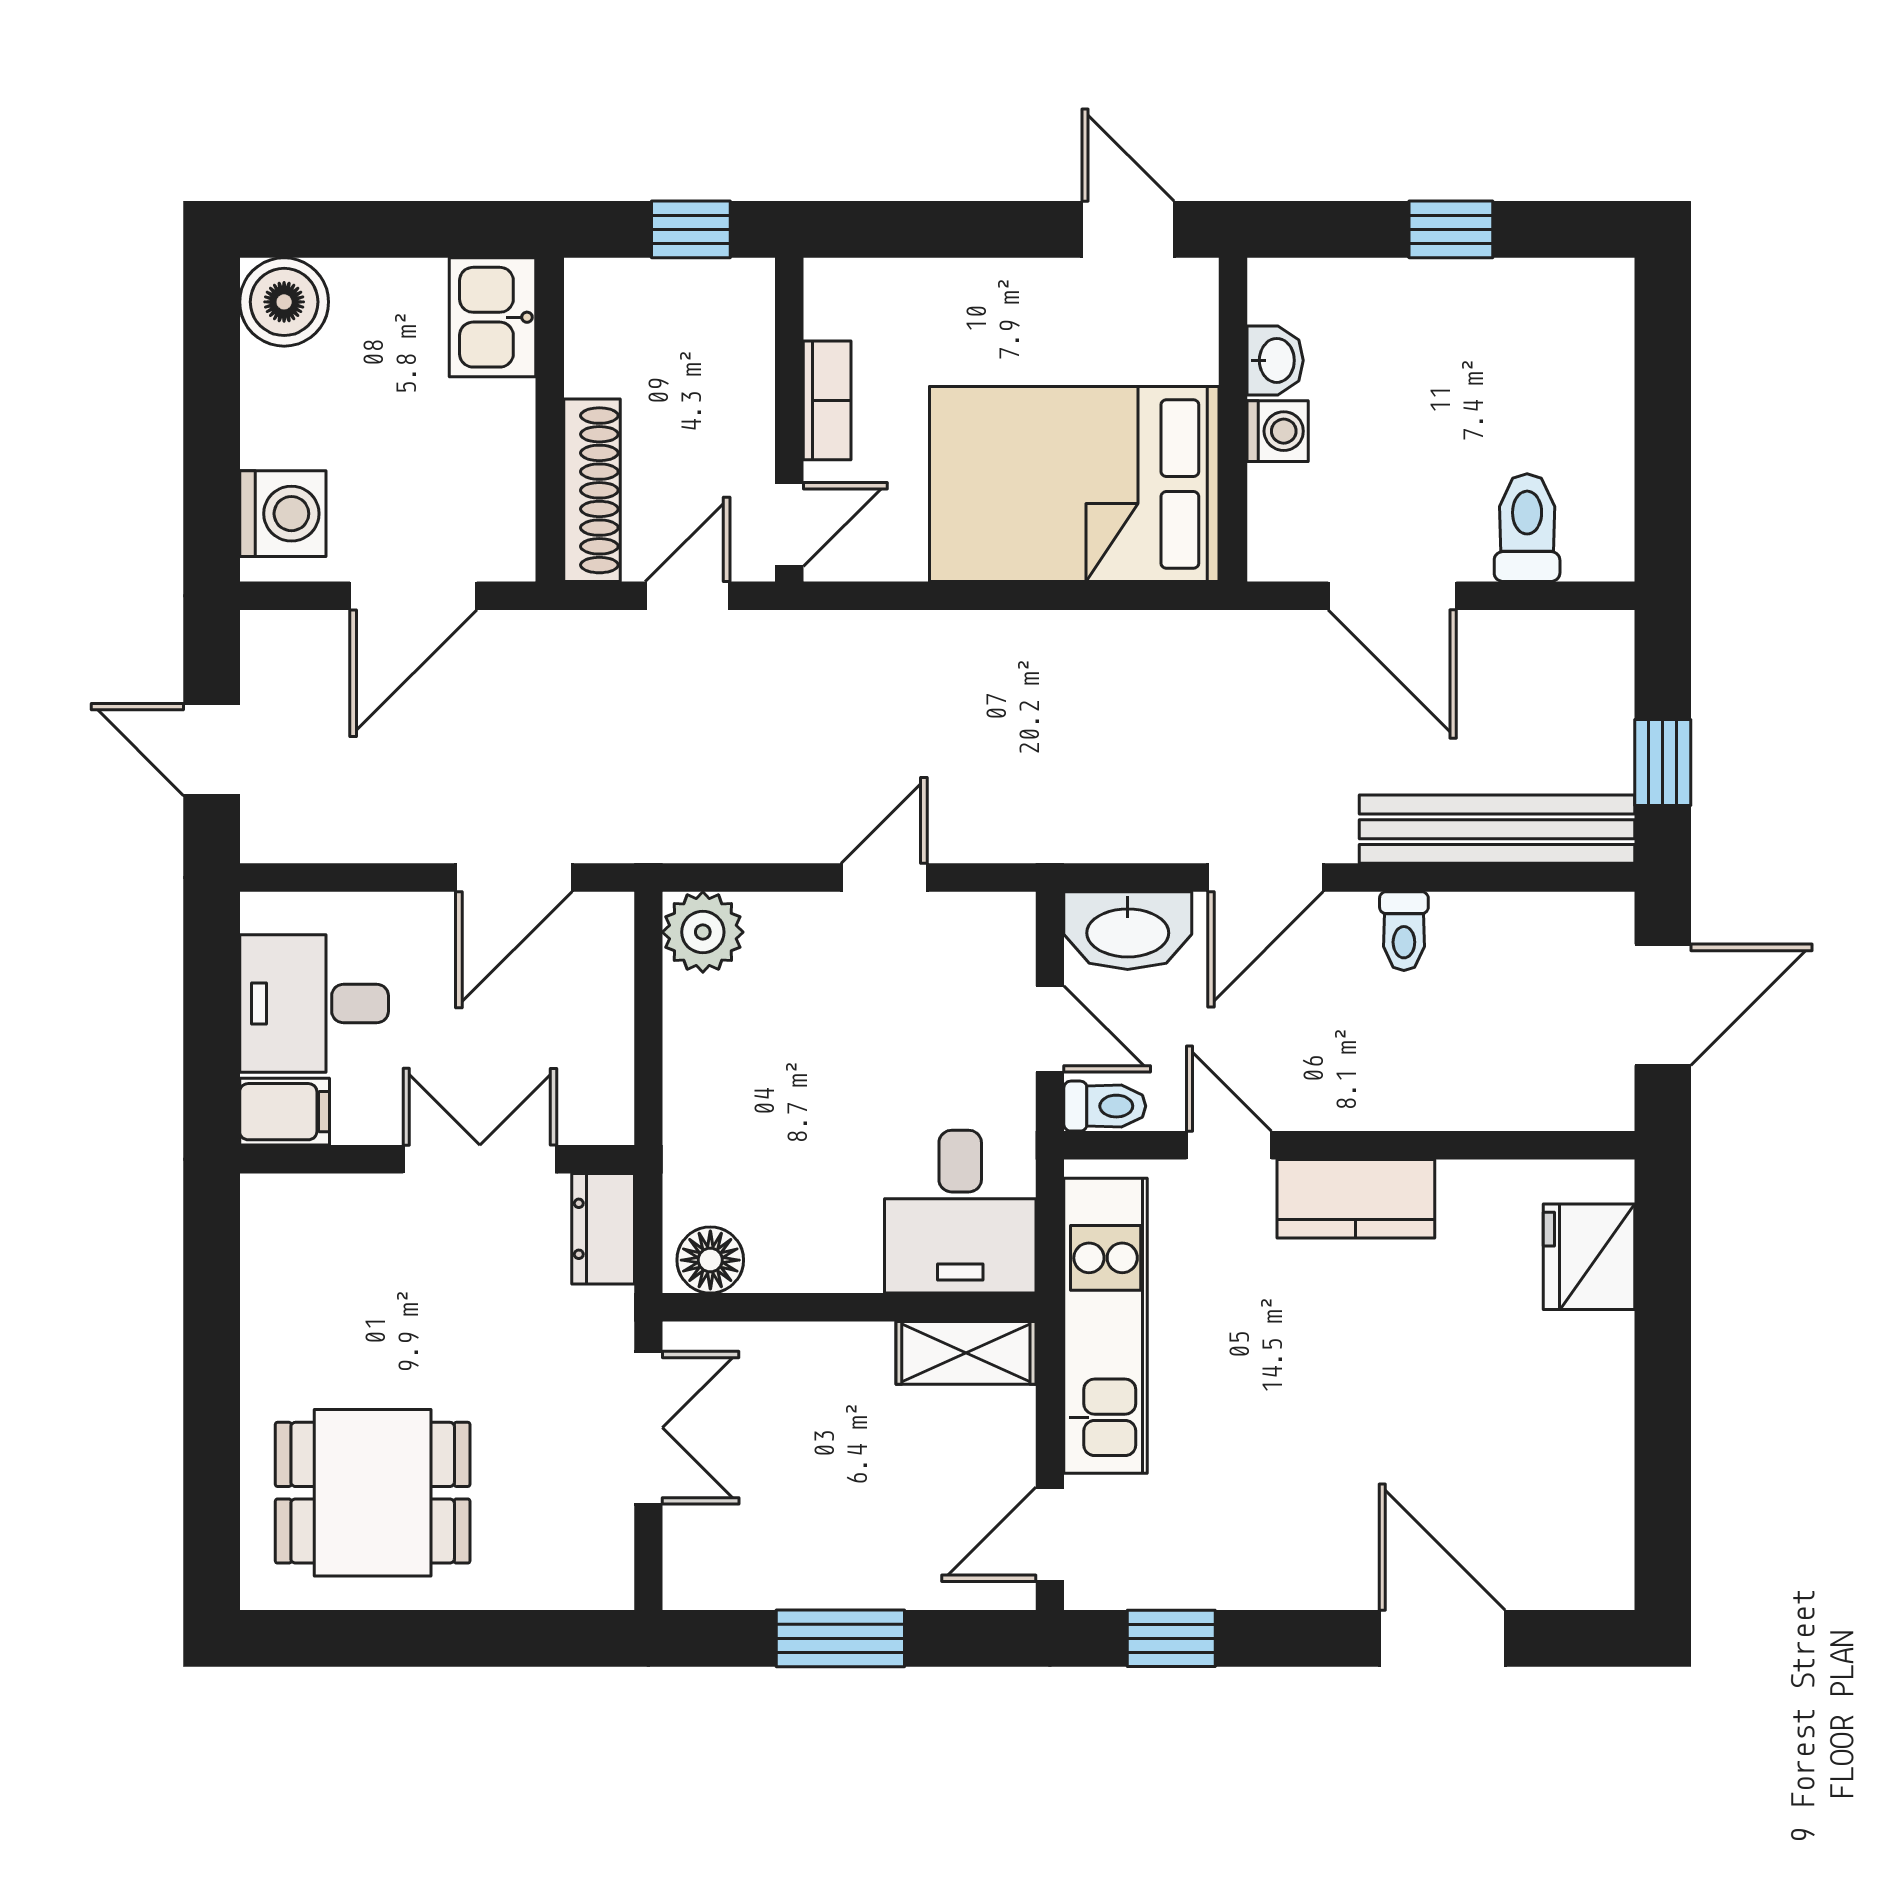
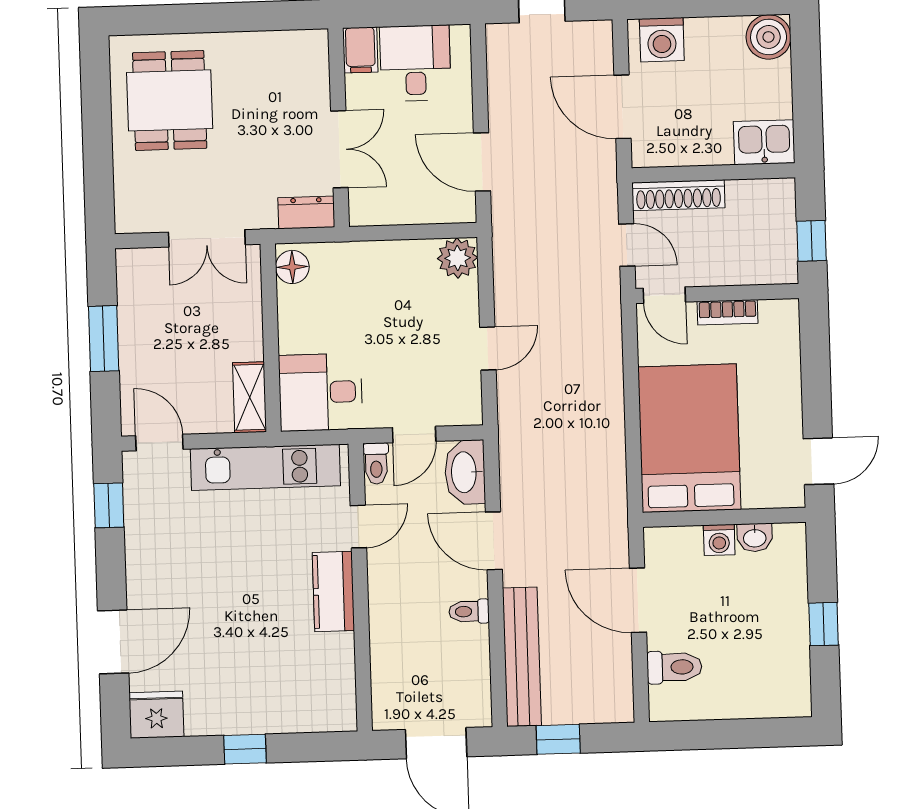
door: (1392, 596) -> (638, 600), hinge flipped
door: (884, 878) -> (488, 349), hinge flipped
fridge: (1589, 1257) -> (156, 715), moved
window: (1663, 1384) -> (245, 749), added

